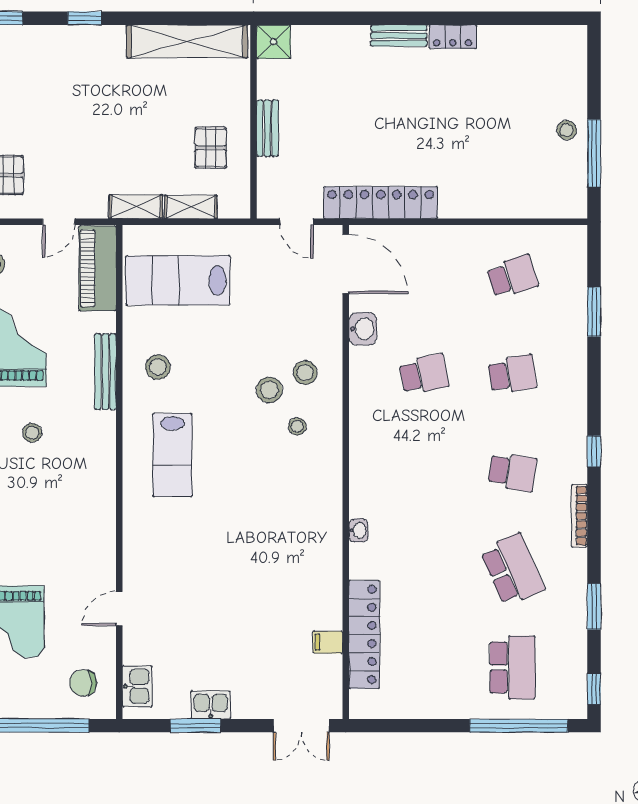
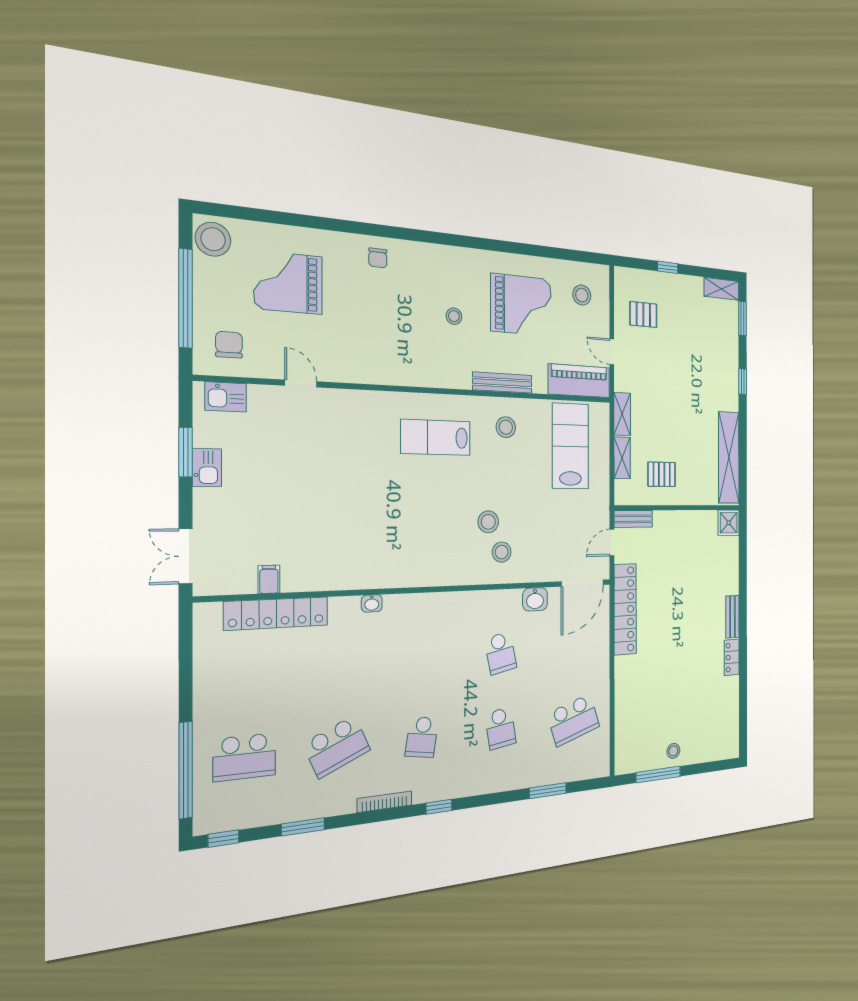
bench: (267, 128) -> (633, 519), moved
school desk: (512, 276) -> (574, 720), width x1.85
stool: (297, 426) -> (459, 546), removed

